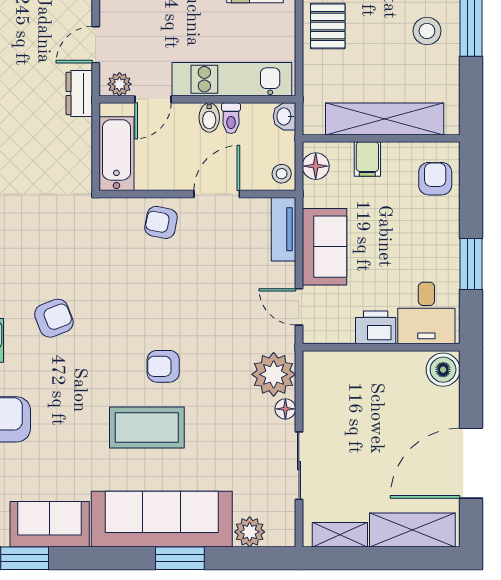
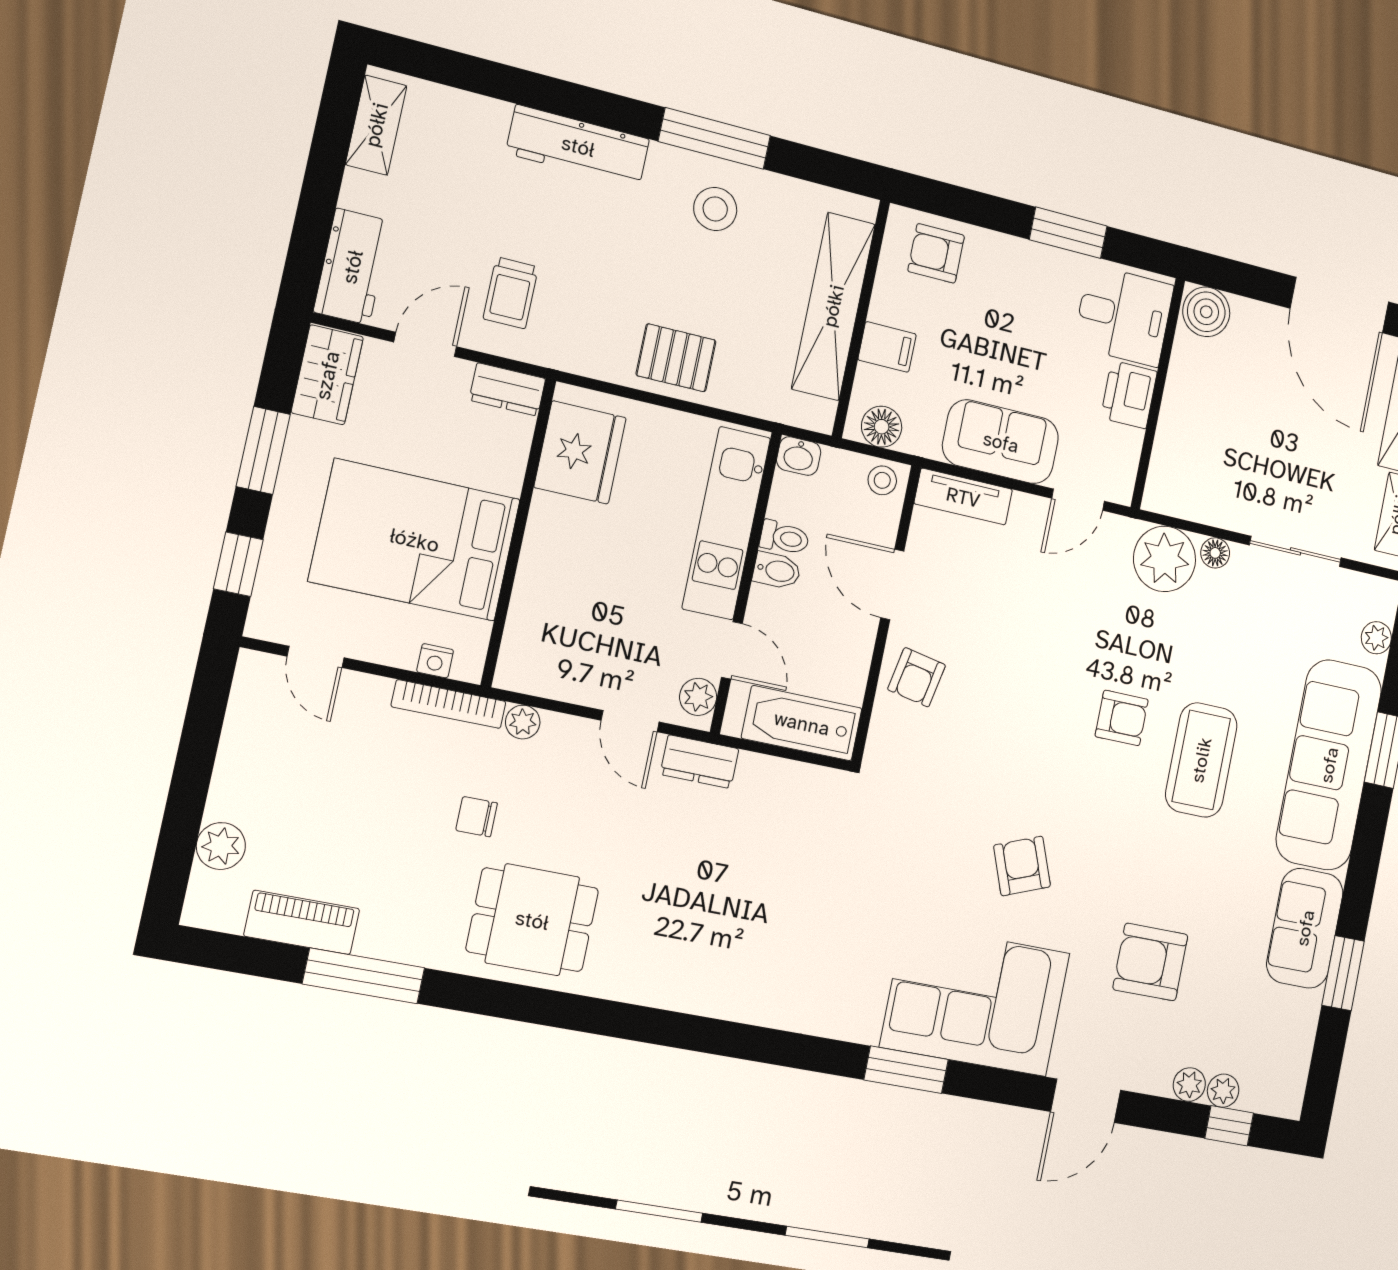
armchair: (163, 366) -> (1122, 718), turned -90
plant: (250, 532) -> (1376, 638), width x0.73, depth x0.73

